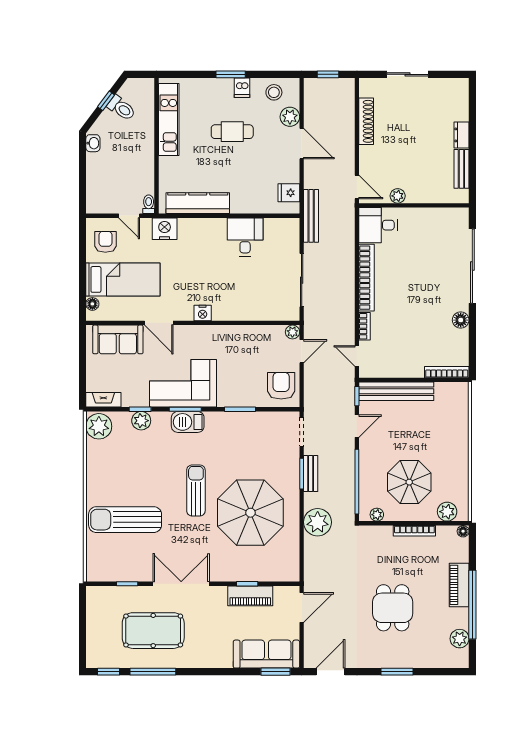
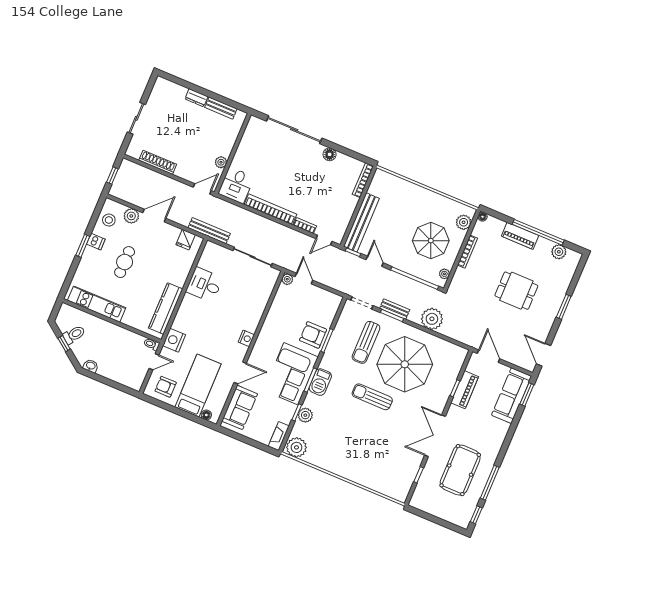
armchair: (281, 386) -> (313, 335), moved
sun lounger: (125, 520) -> (366, 342), moved, width x0.73, depth x0.75

